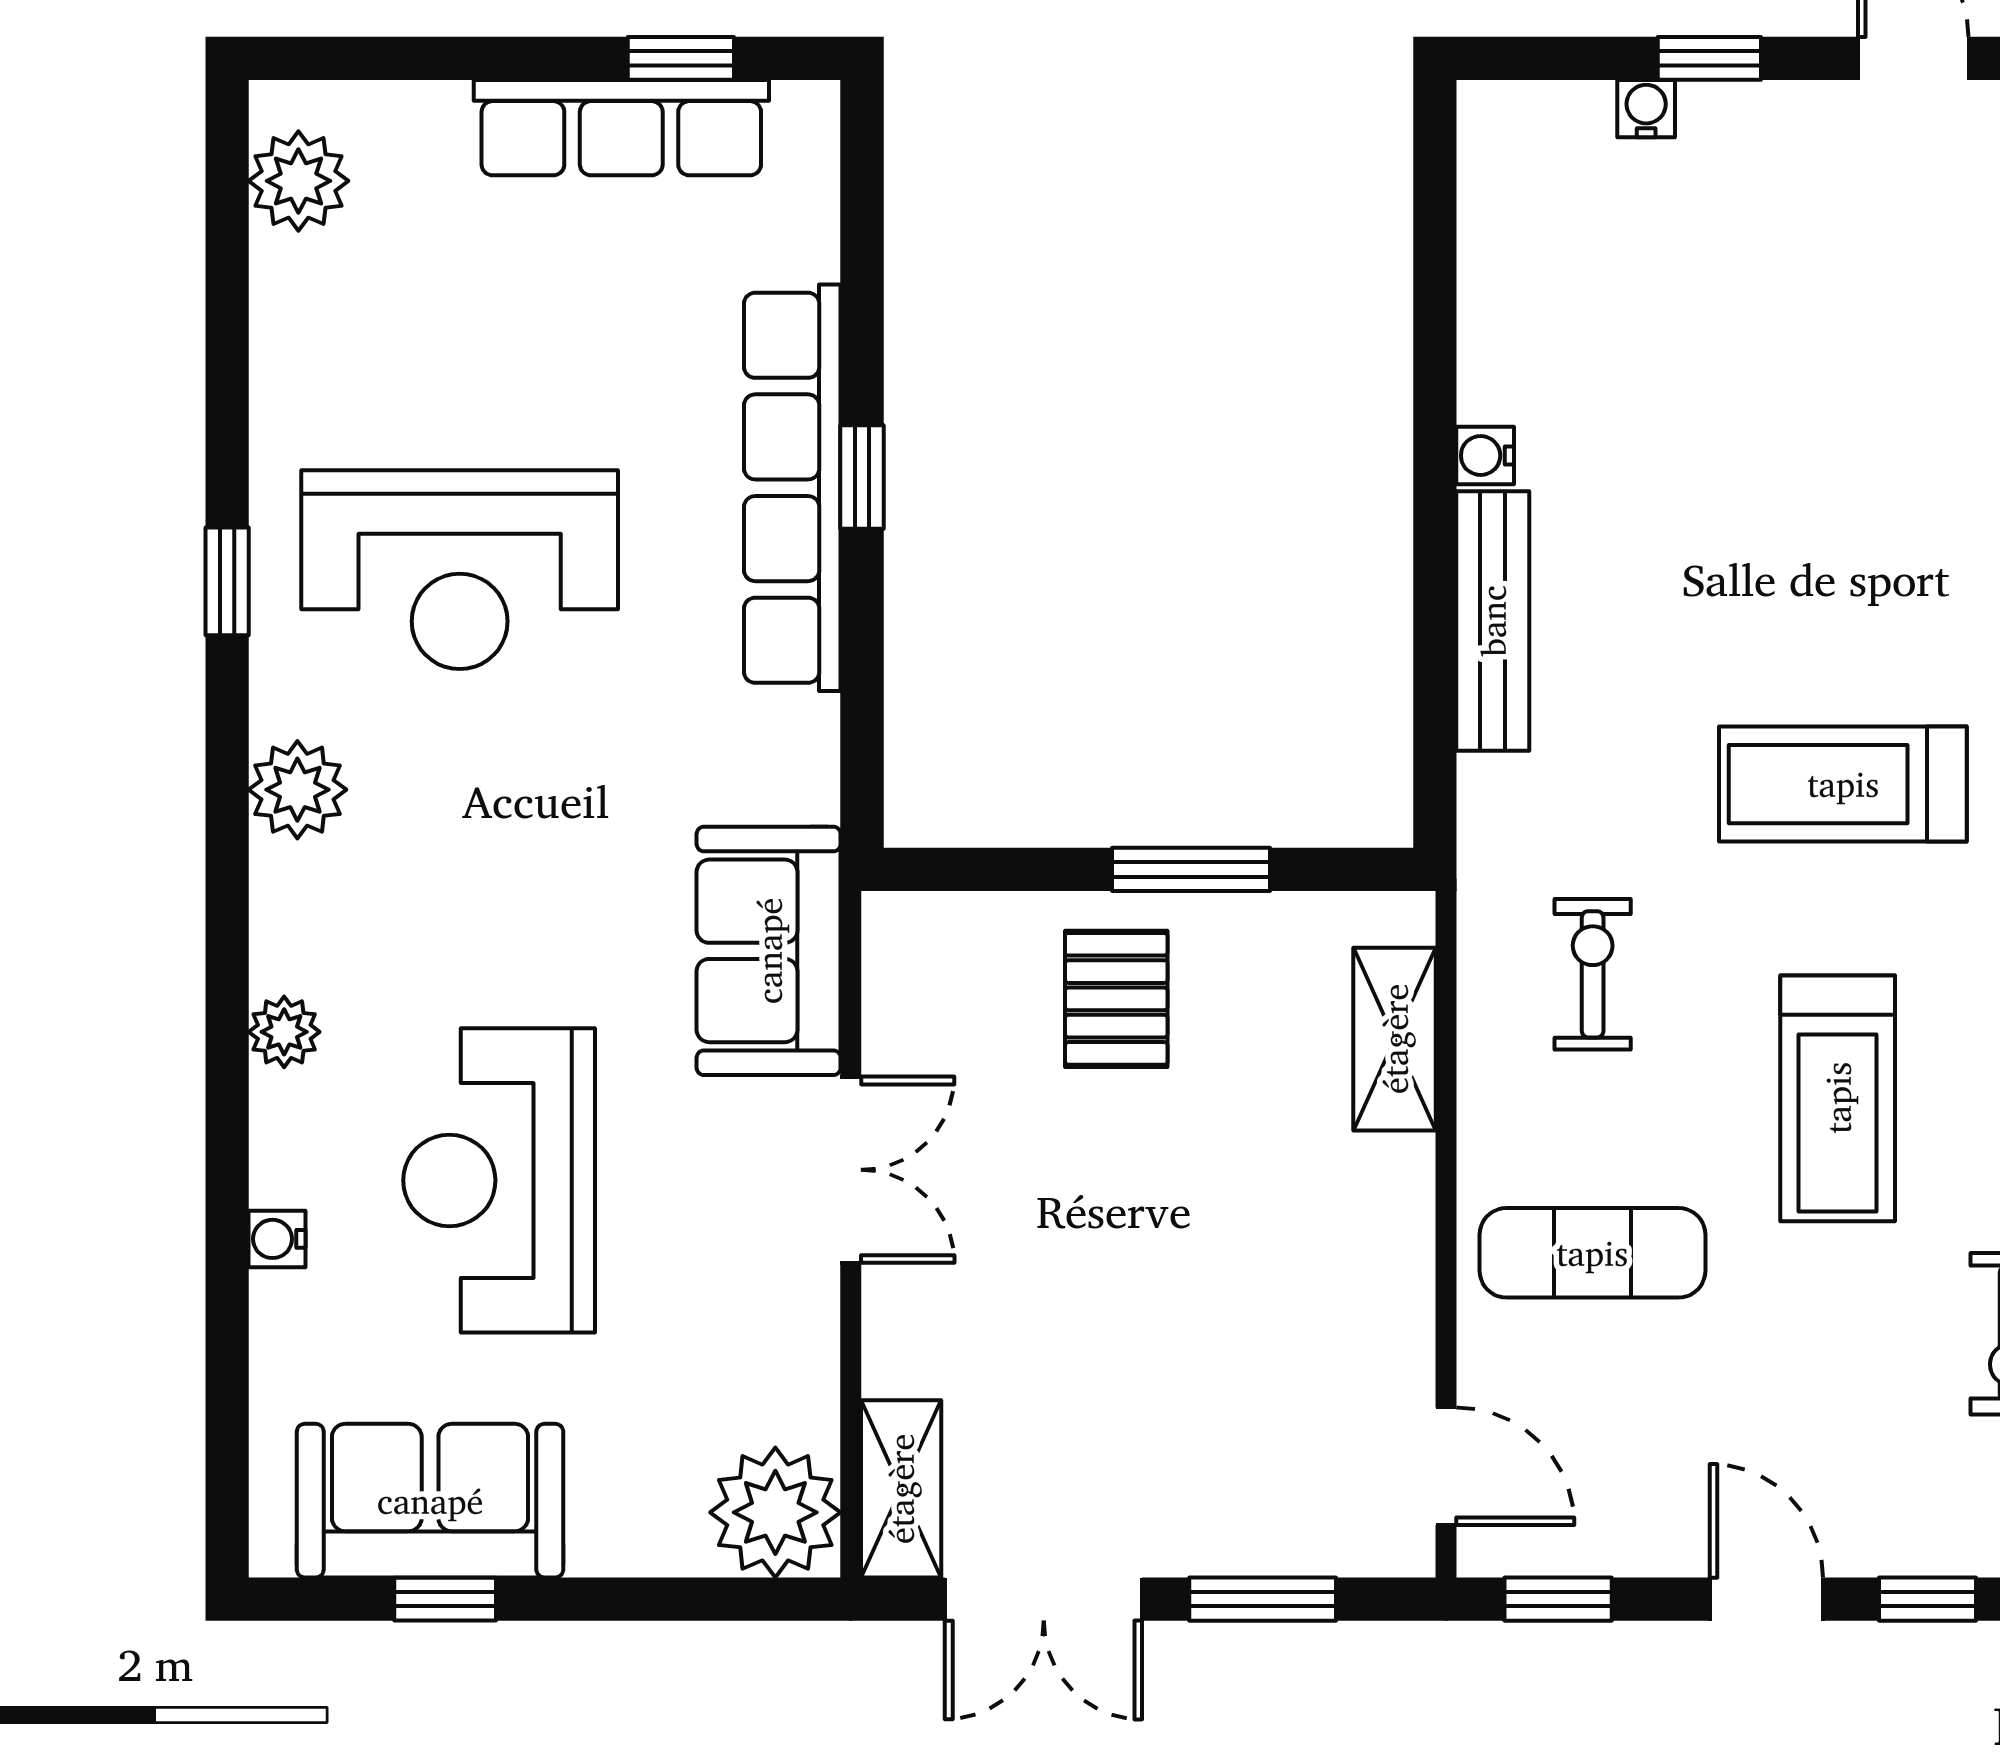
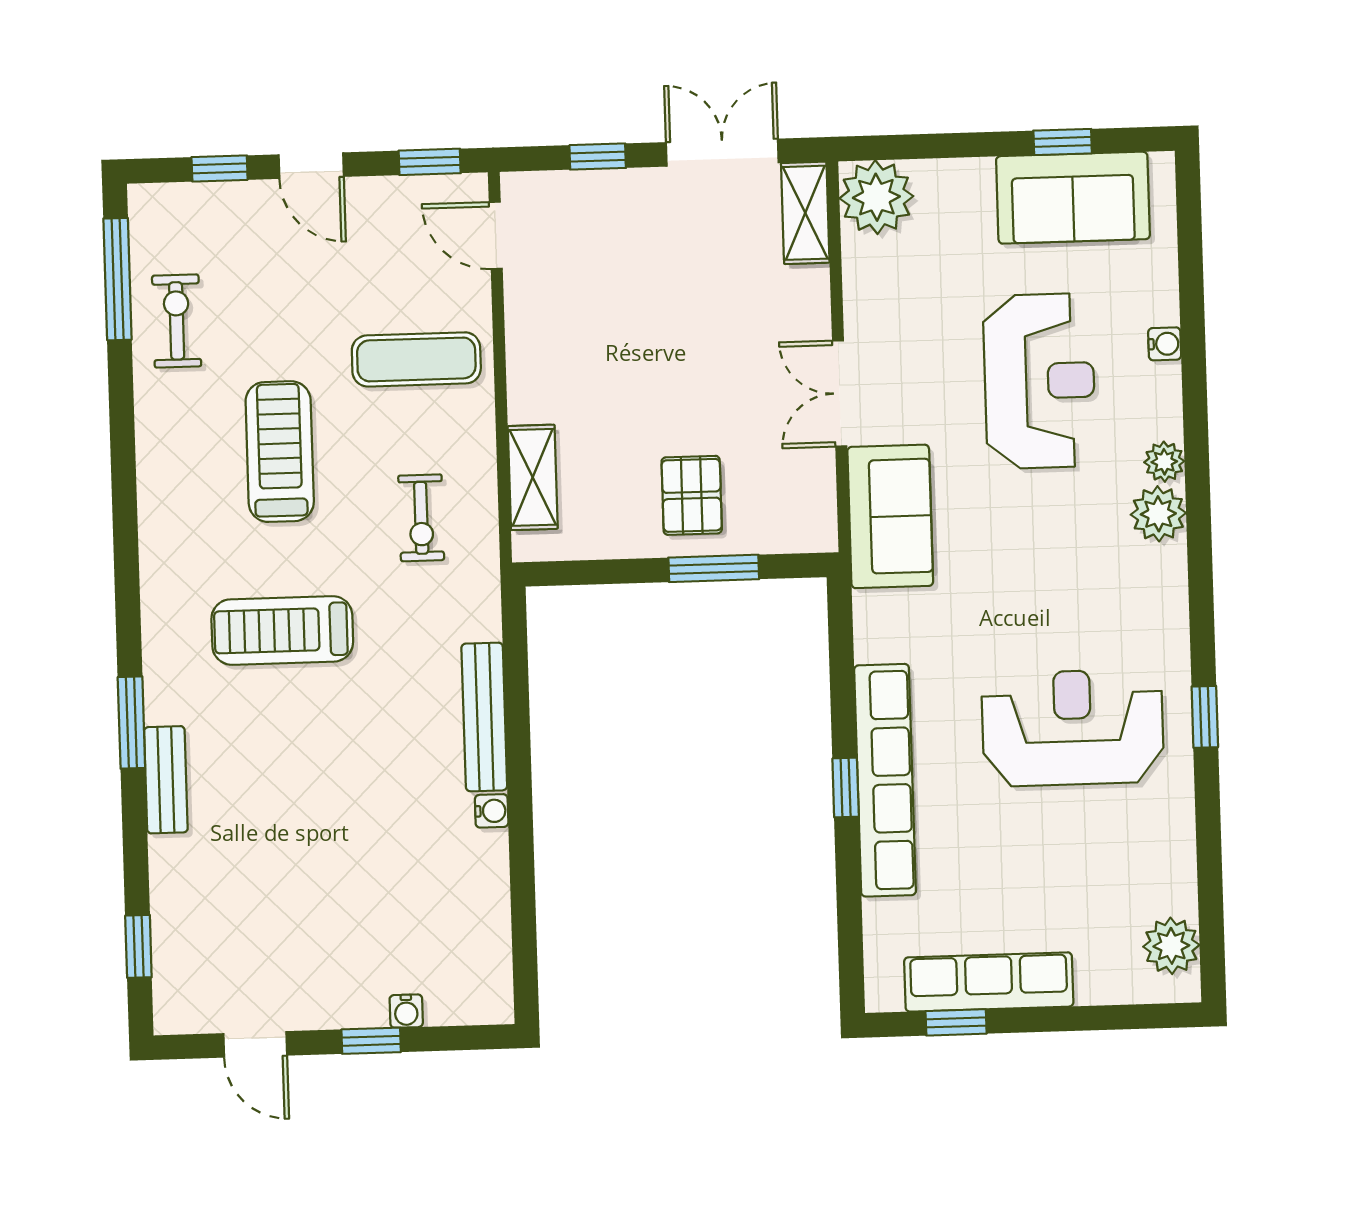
treadmill: (1843, 784) -> (282, 630), turned 180
plant: (297, 790) -> (1158, 514), moved
window: (1191, 869) -> (714, 568), moved
window: (1263, 1599) -> (598, 157), width x0.67

